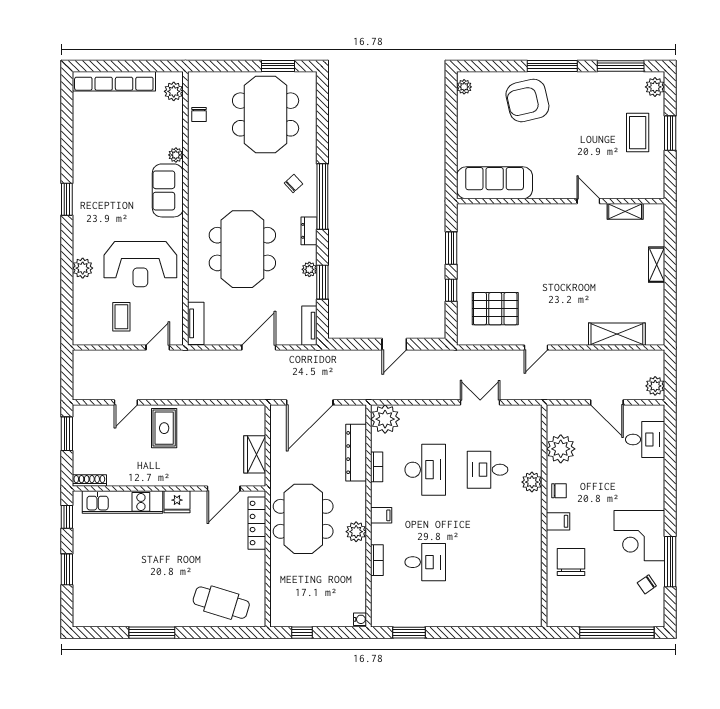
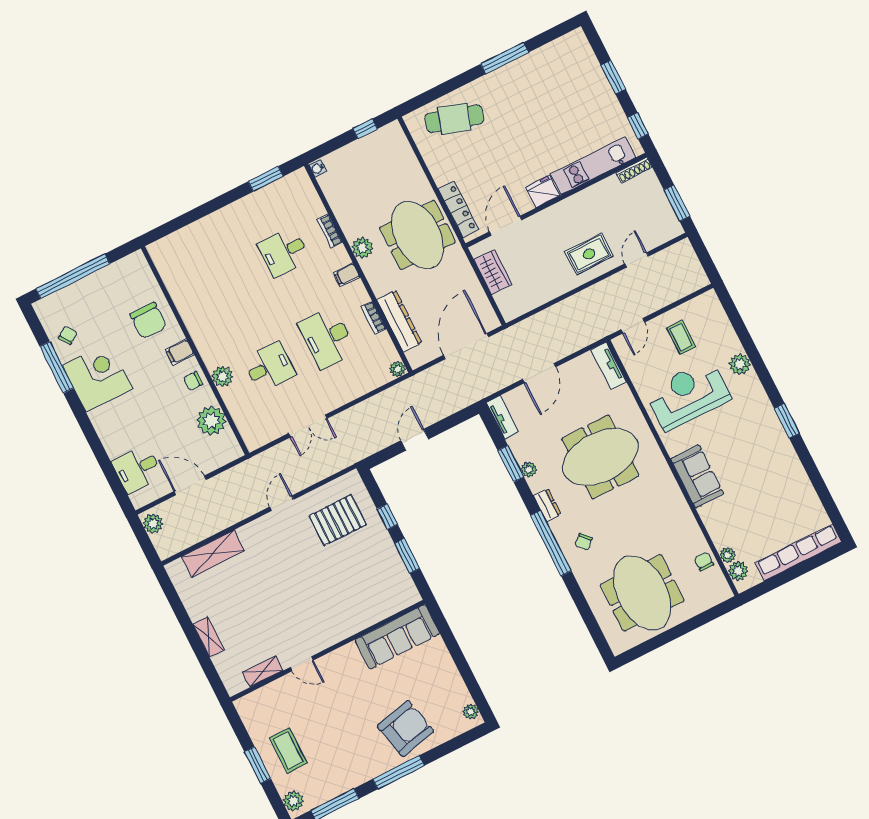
window: (278, 66) -> (653, 644), removed
plant: (176, 155) -> (728, 555), moved
meeting table: (242, 249) -> (600, 457), turned 90
plant: (385, 419) -> (398, 369), width x0.53, depth x0.53
rug: (164, 428) -> (589, 254), turned 90

